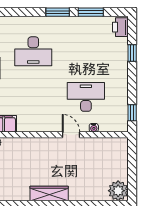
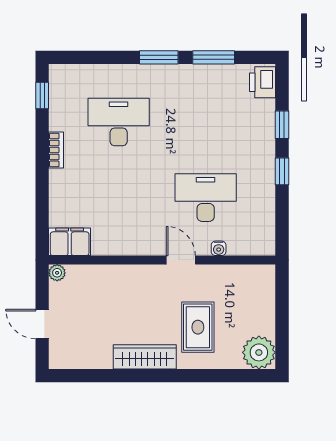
desk: (33, 51) -> (119, 122), turned 180
window: (132, 113) -> (282, 171), moved
rug: (81, 175) -> (198, 327), added

